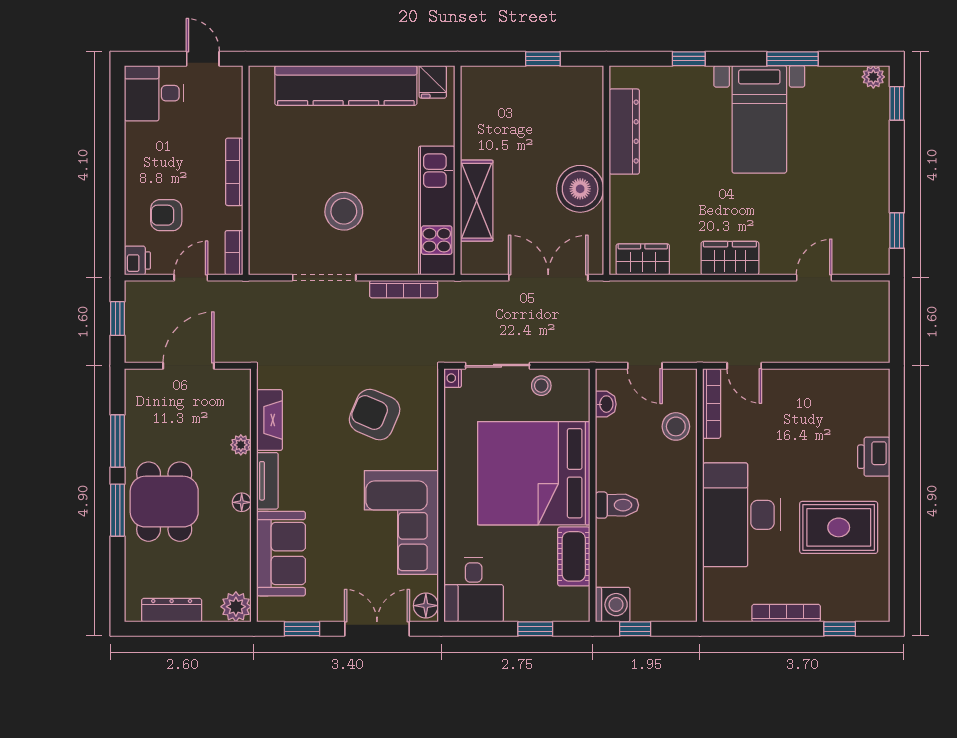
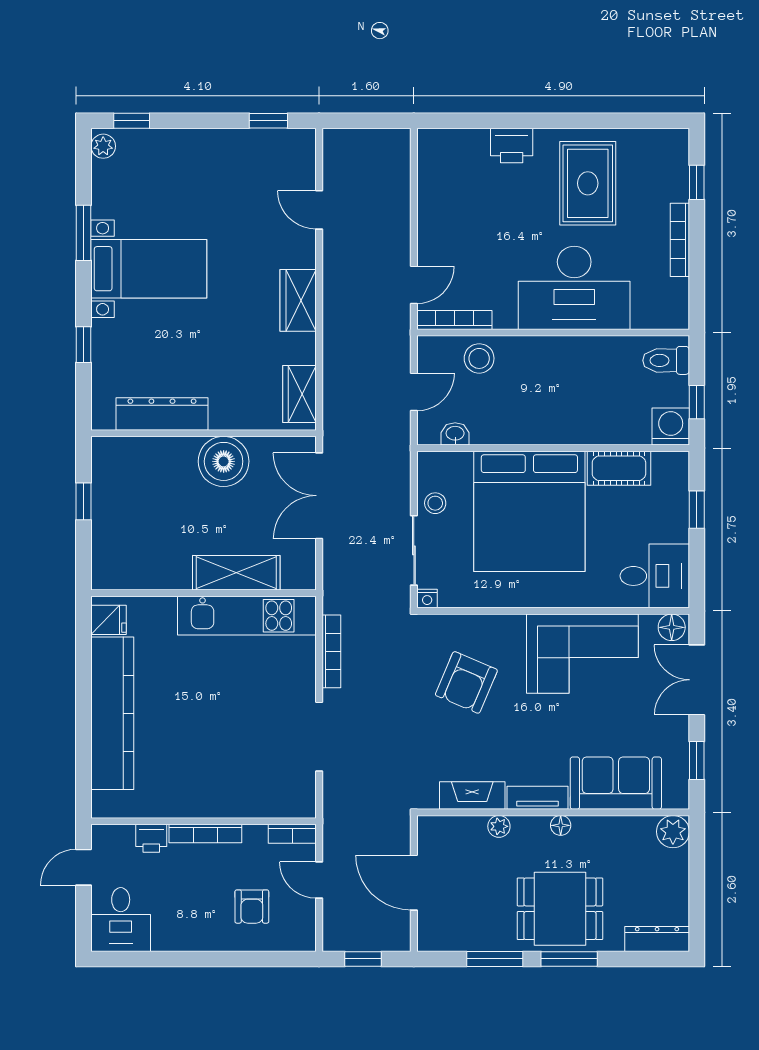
stool: (344, 211) -> (248, 716), removed
printer: (137, 261) -> (151, 838), moved, turned 180
toilet: (617, 505) -> (666, 360), moved, turned -90
dresser: (172, 610) -> (657, 939), moved, turned 90

